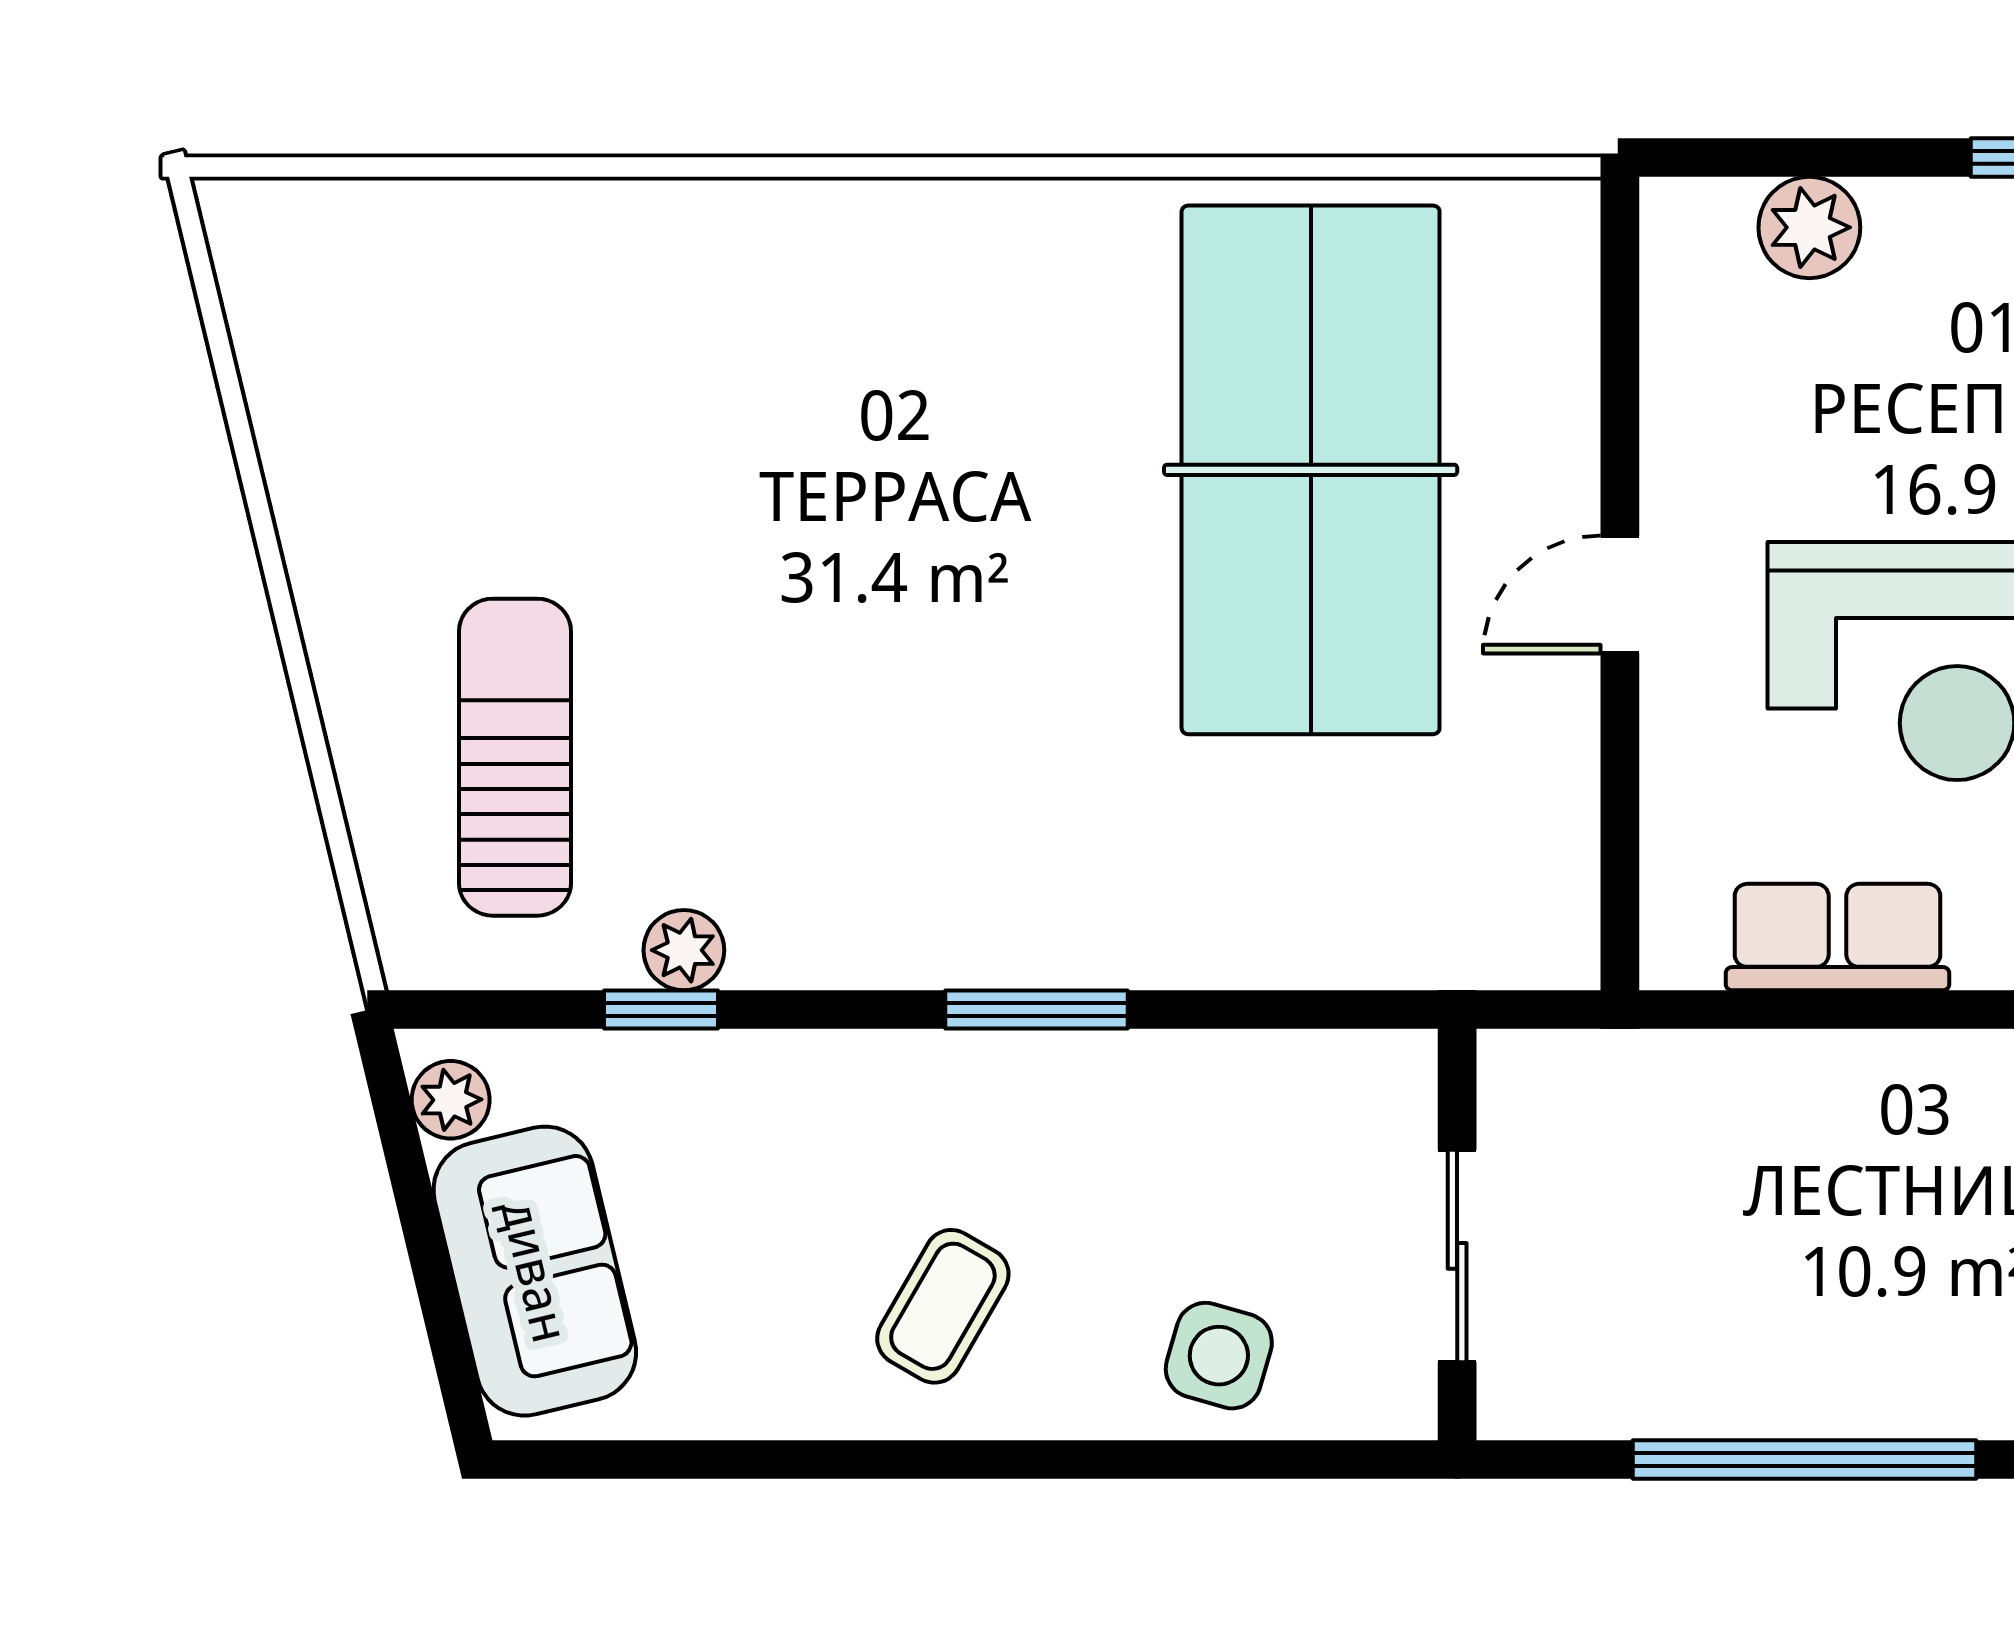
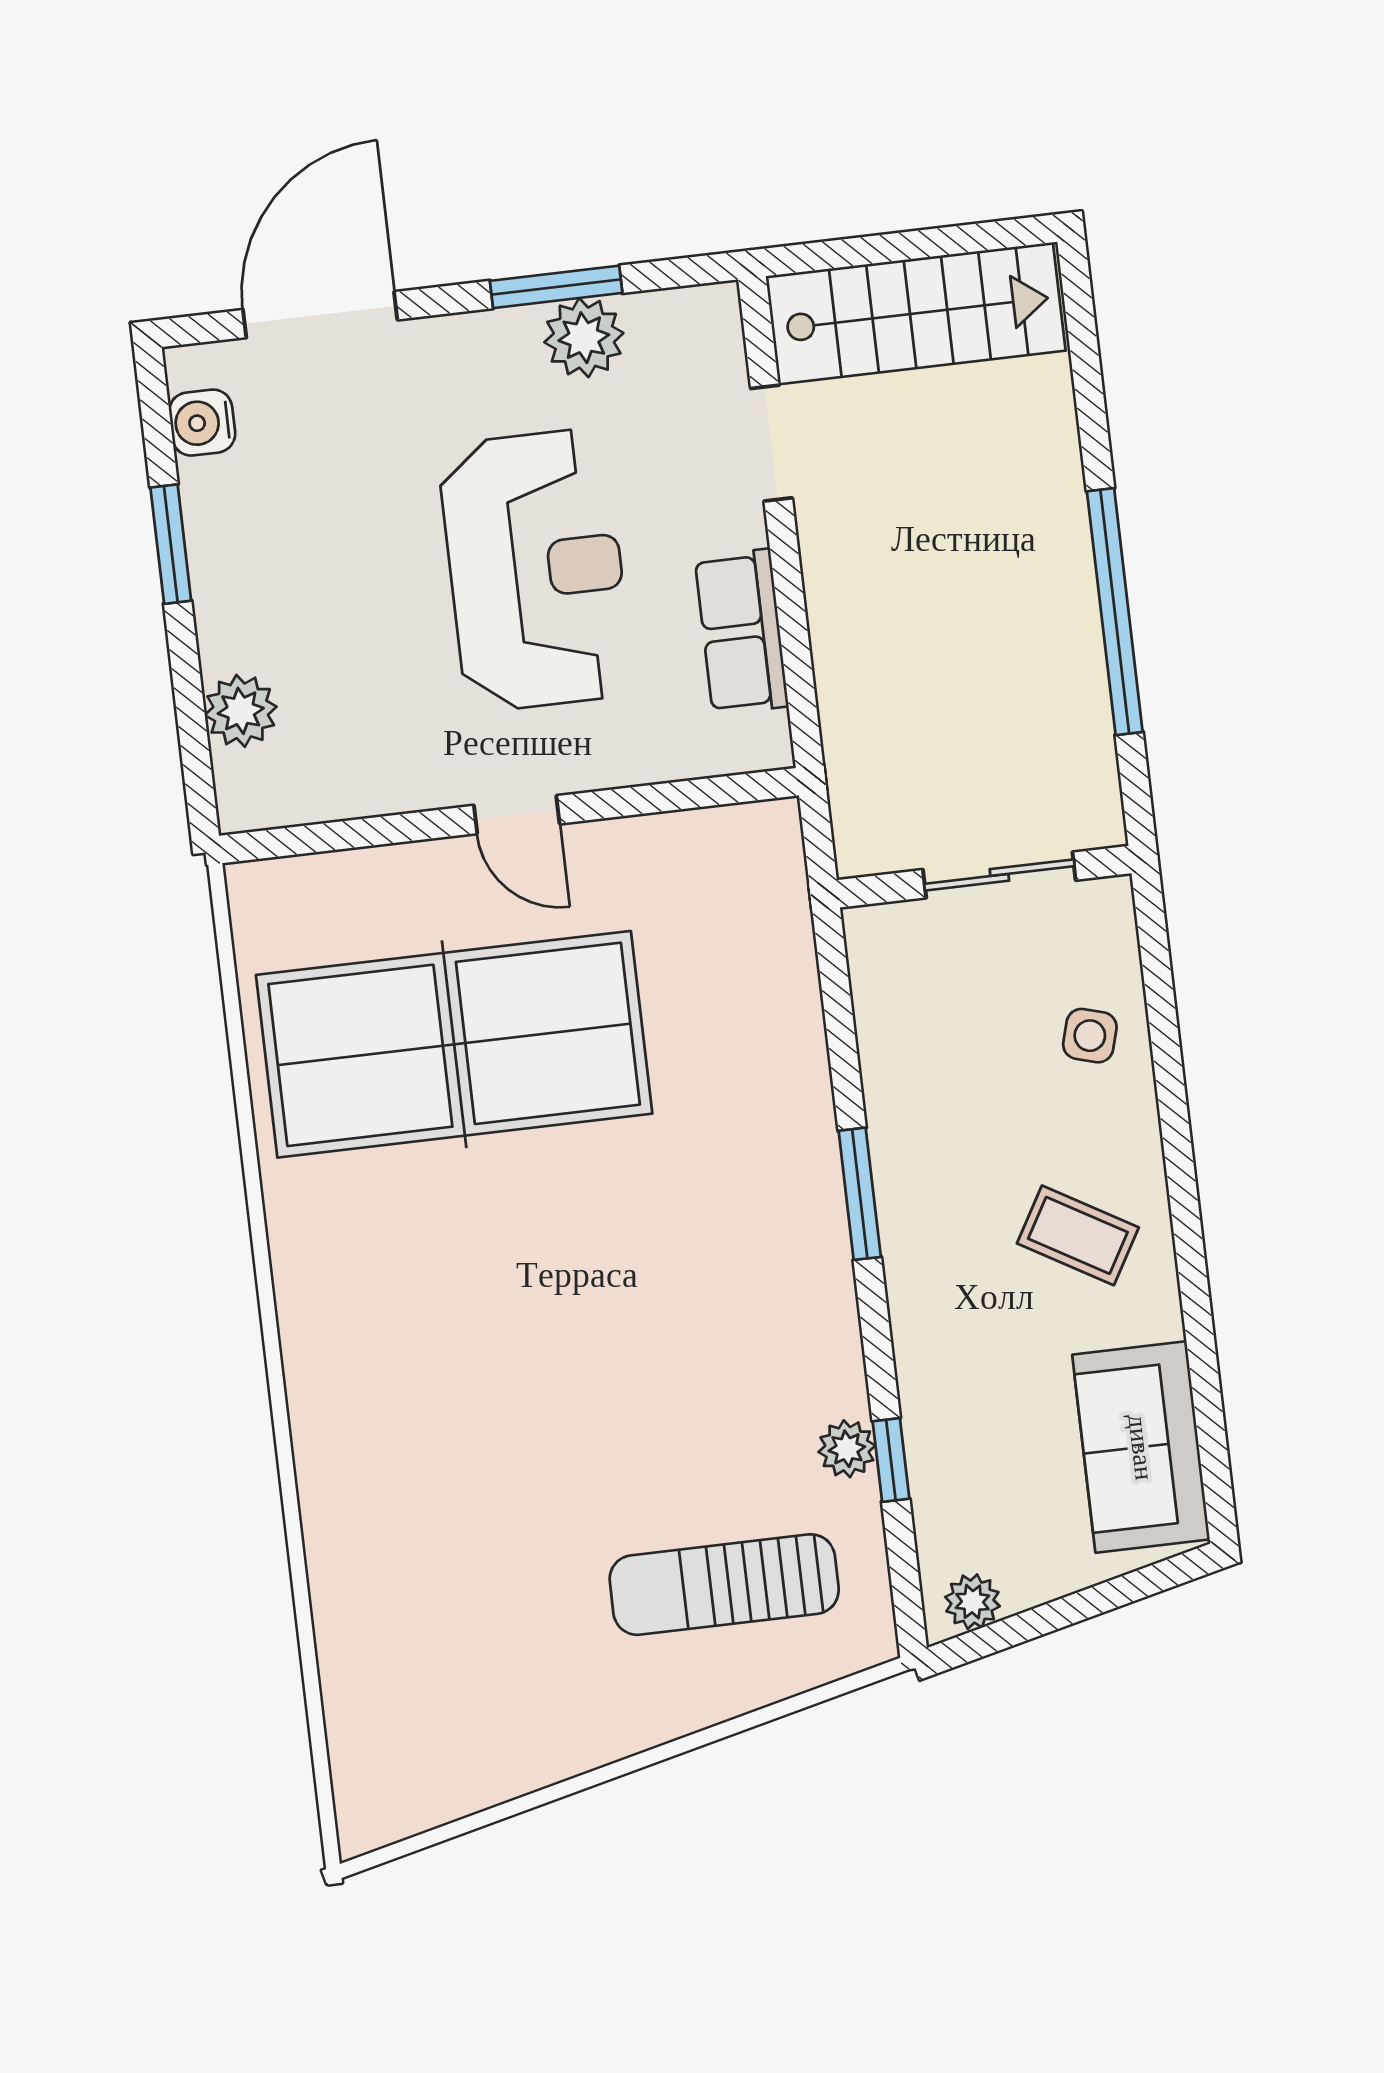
sofa: (535, 1271) -> (1141, 1447), moved, turned -76
side table: (1219, 1356) -> (1090, 1036), width x0.73, depth x0.73

